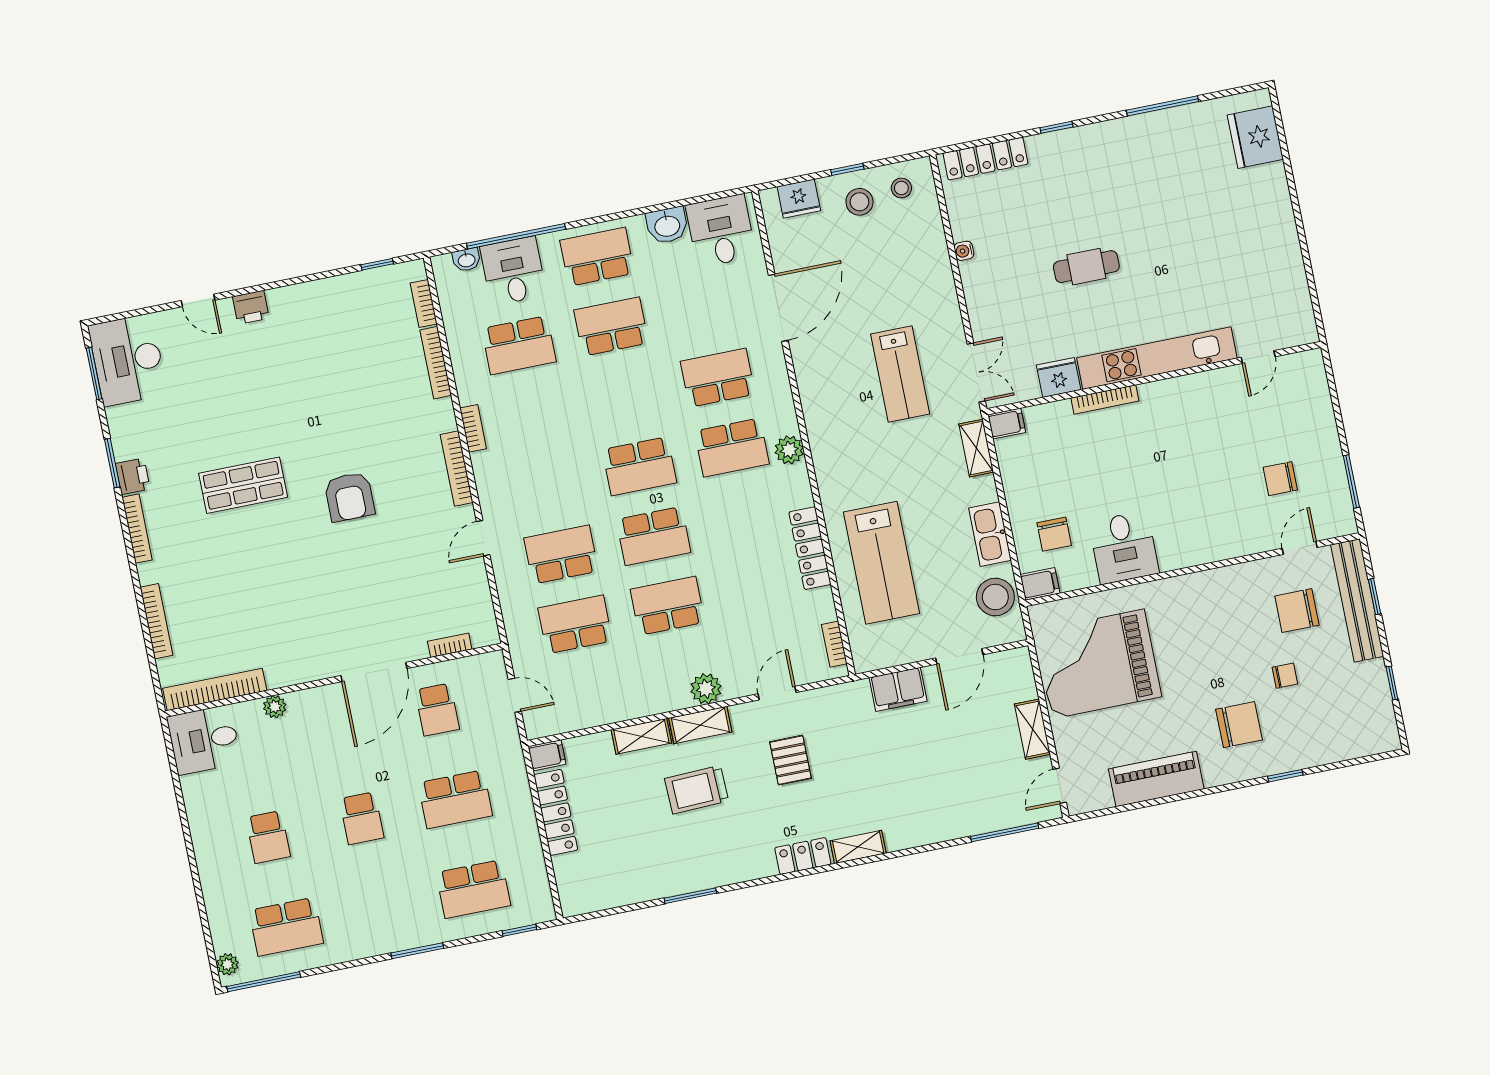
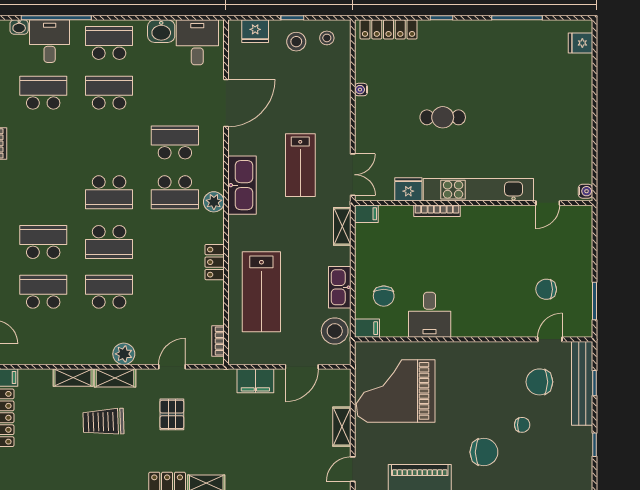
fridge: (1255, 137) -> (580, 43), width x0.53, depth x0.75
water cooler: (1308, 330) -> (585, 191), added
school desk: (519, 345) -> (43, 93), turned 180
kitchen sink: (824, 419) -> (242, 185), added
locker: (810, 548) -> (215, 262), width x0.66

